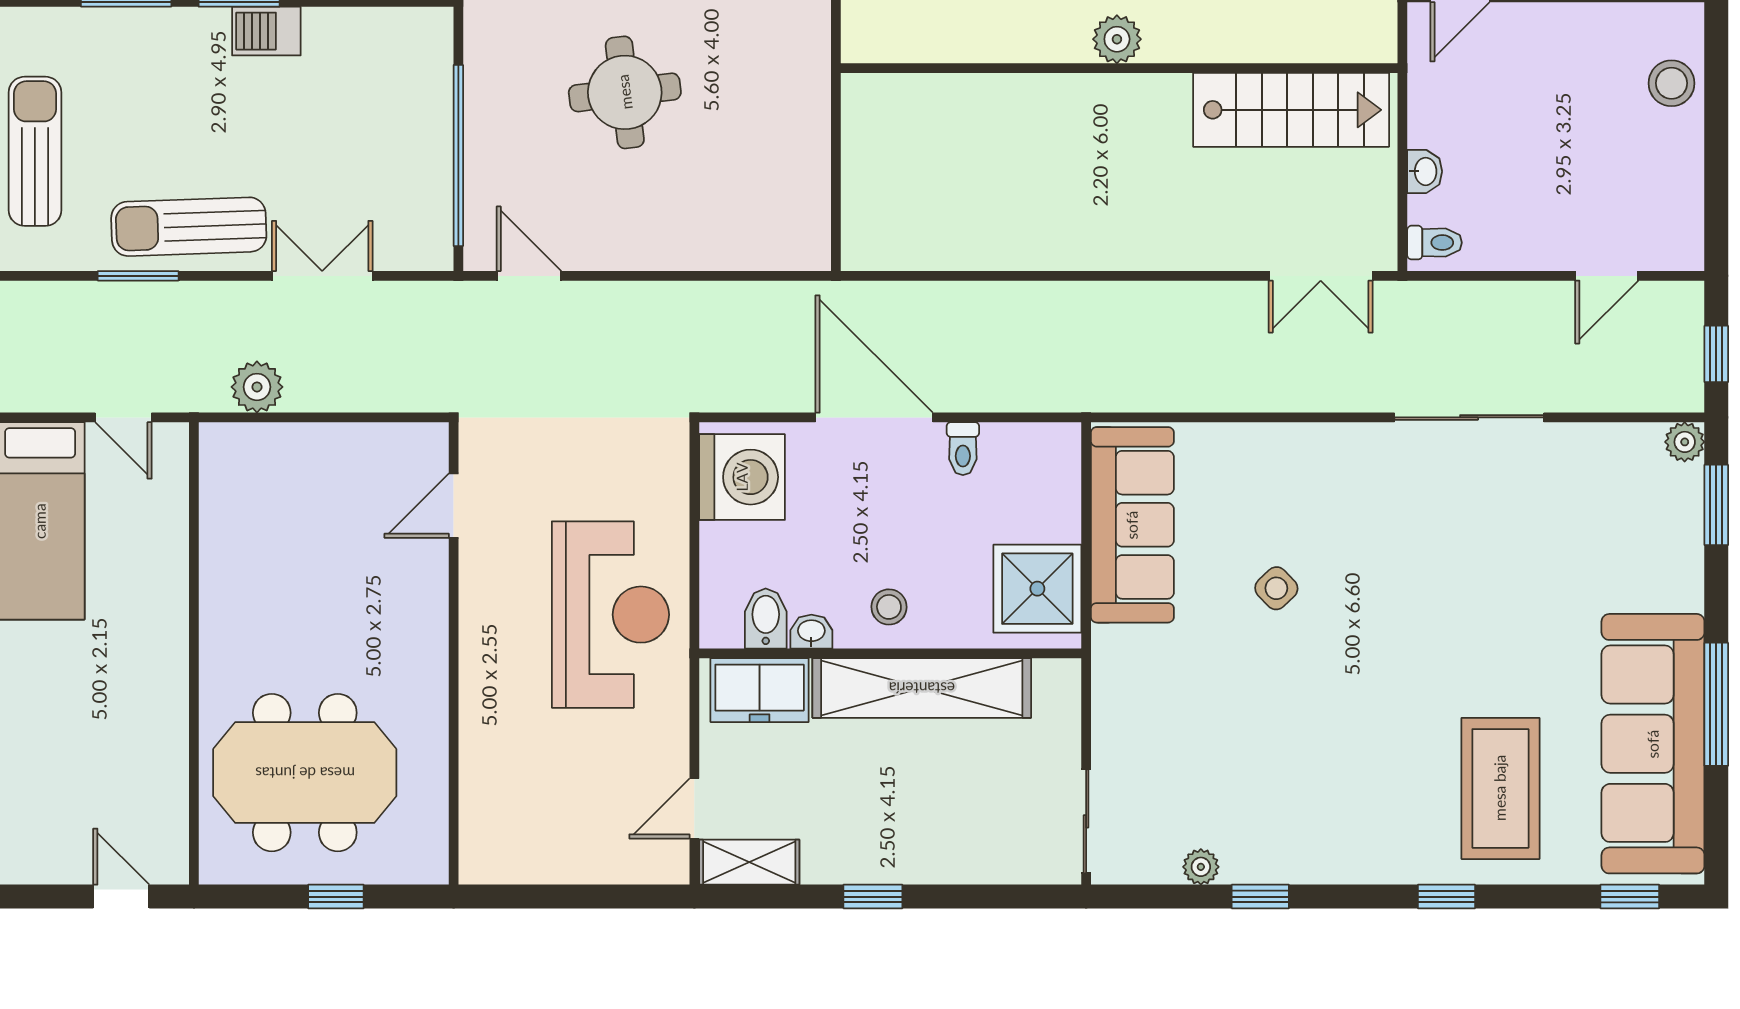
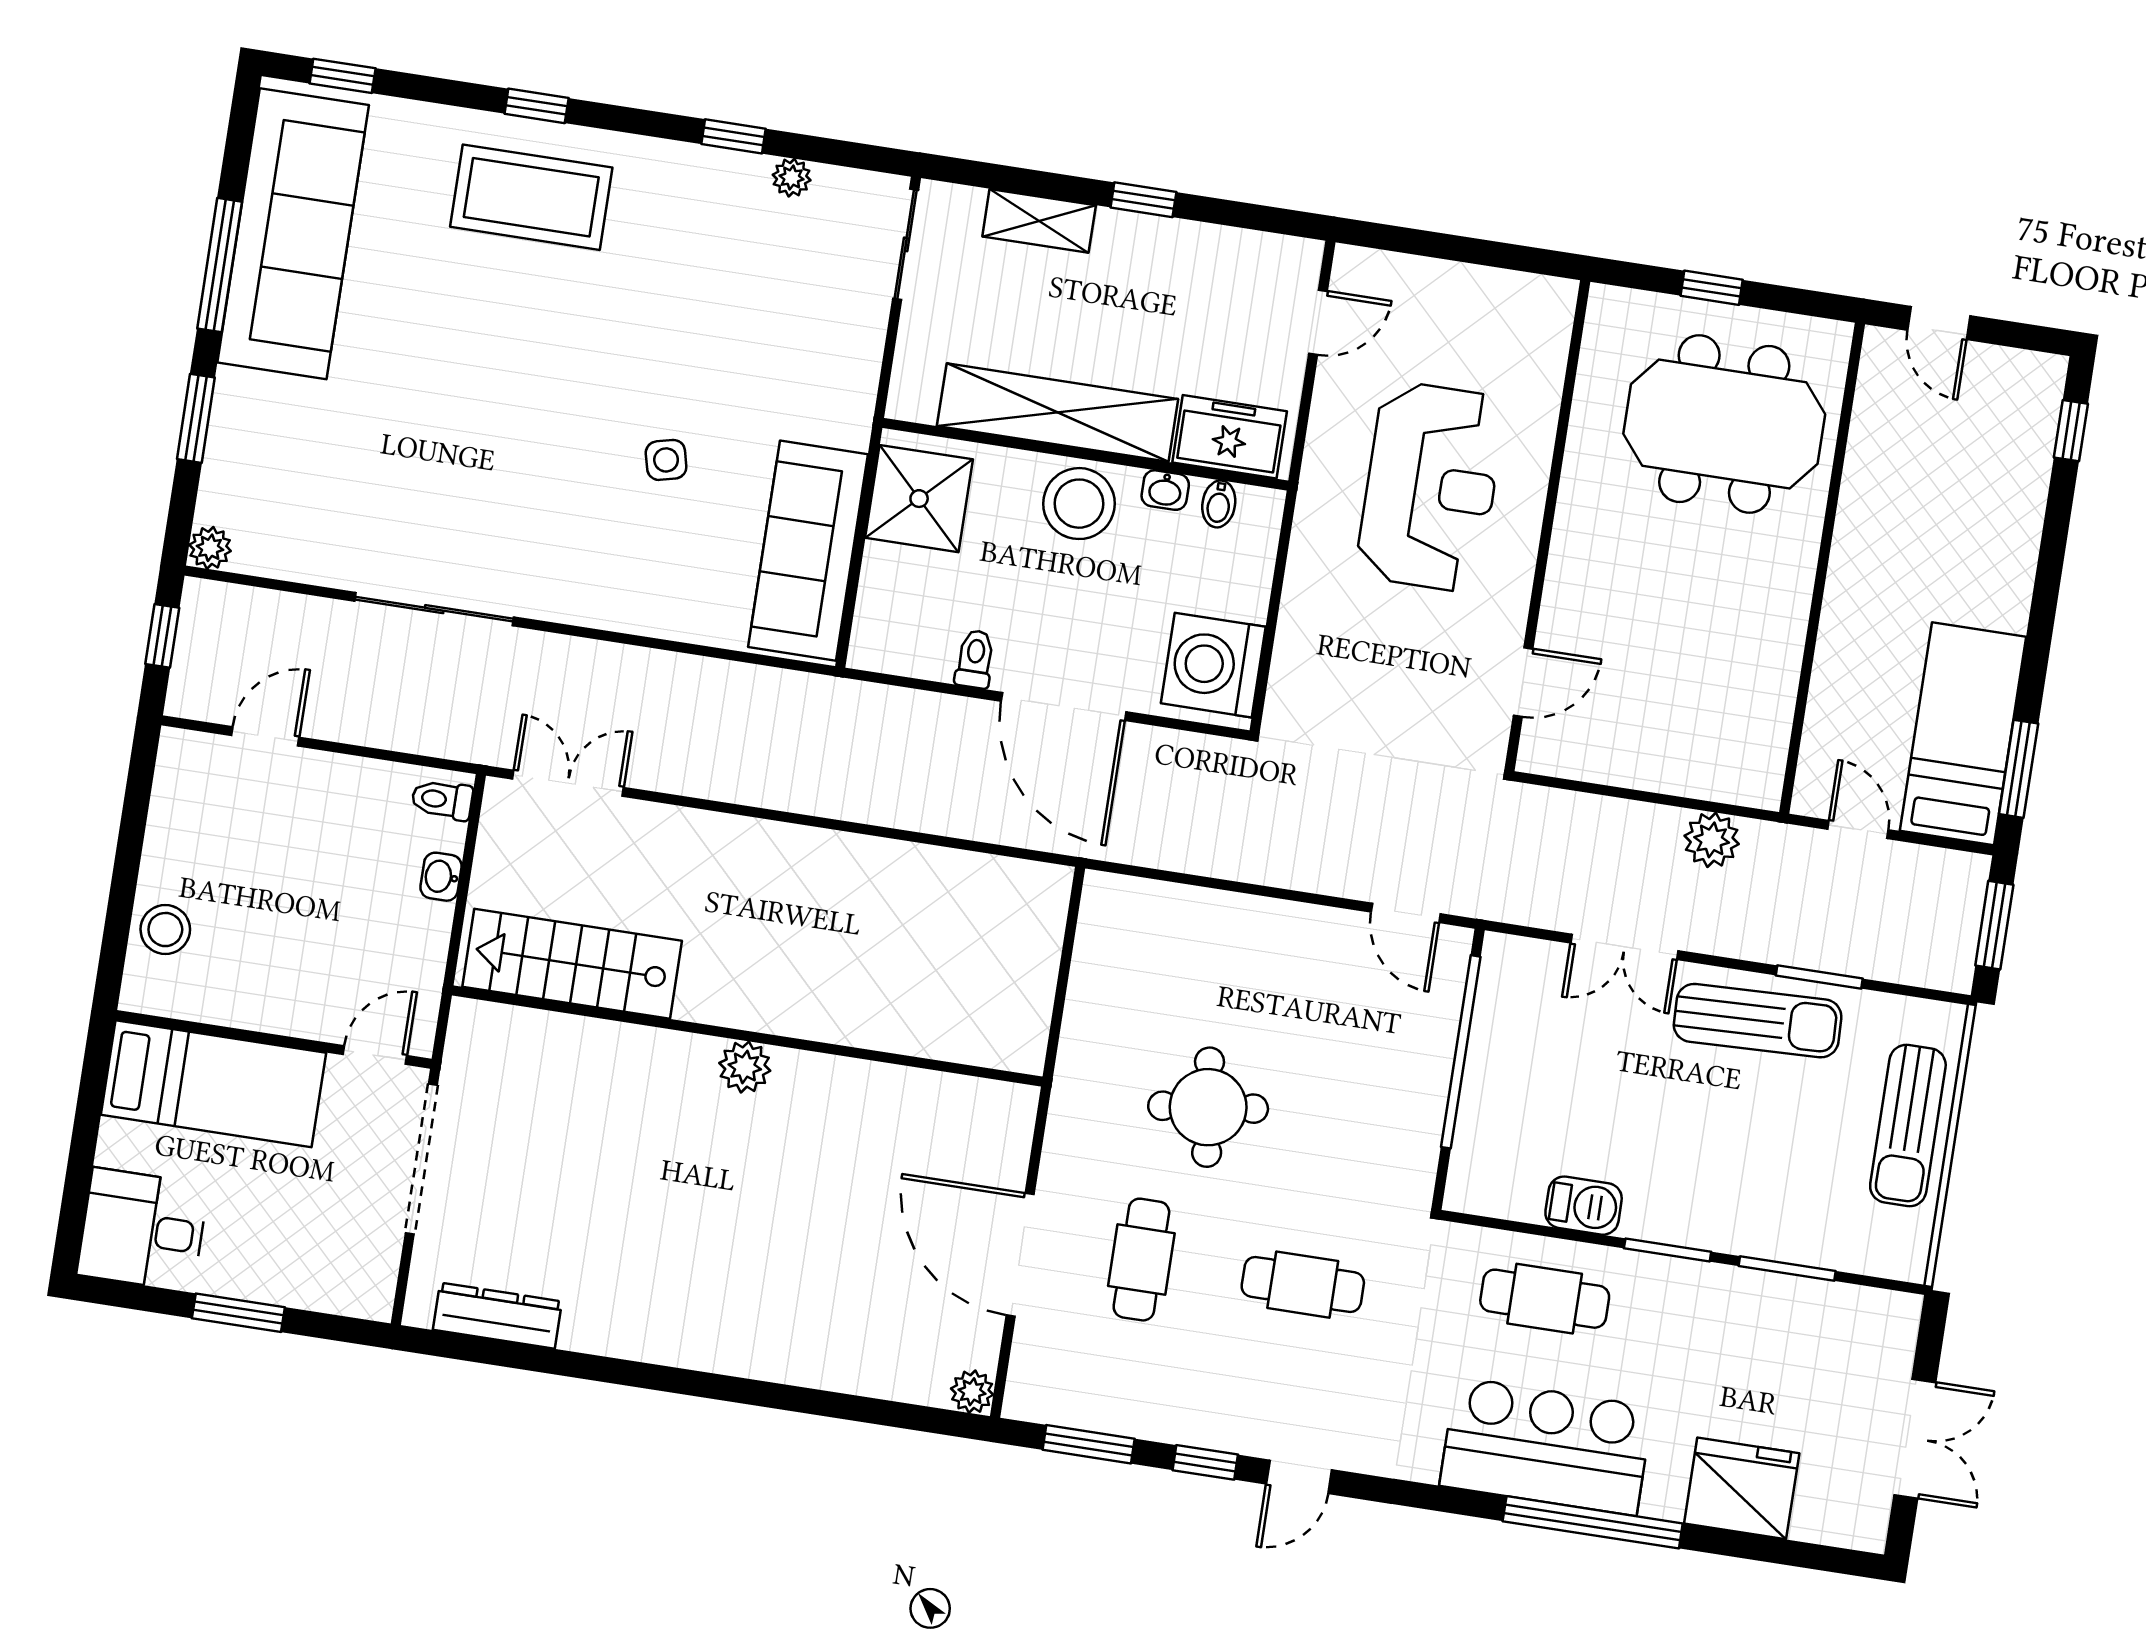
barbecue: (266, 31) -> (1584, 1206), moved
round table: (625, 92) -> (1208, 1107), moved
window: (1716, 505) -> (196, 418), moved
side table: (1276, 588) -> (666, 460), turned 30
stool: (889, 607) -> (1079, 504), width x1.89, depth x1.89
reception desk: (610, 615) -> (1431, 487), moved, turned 180
bidet: (766, 619) -> (1219, 504), width x0.72, depth x0.74
coffee table: (1500, 788) -> (531, 197), moved, turned 90
shelving: (749, 862) -> (1039, 221), moved

